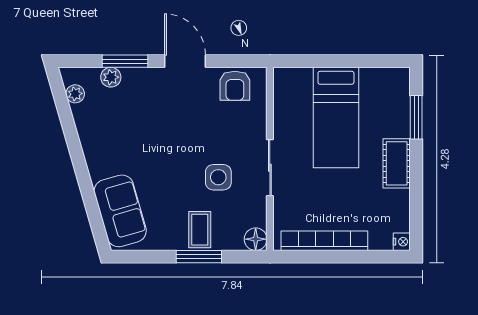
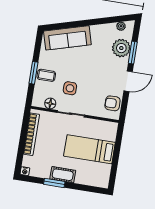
plant: (111, 77) -> (121, 48), width x1.87, depth x1.87
window: (416, 117) -> (54, 183), moved
sofa: (120, 211) -> (67, 38), width x1.36
floor lamp: (256, 239) -> (50, 103), moved

